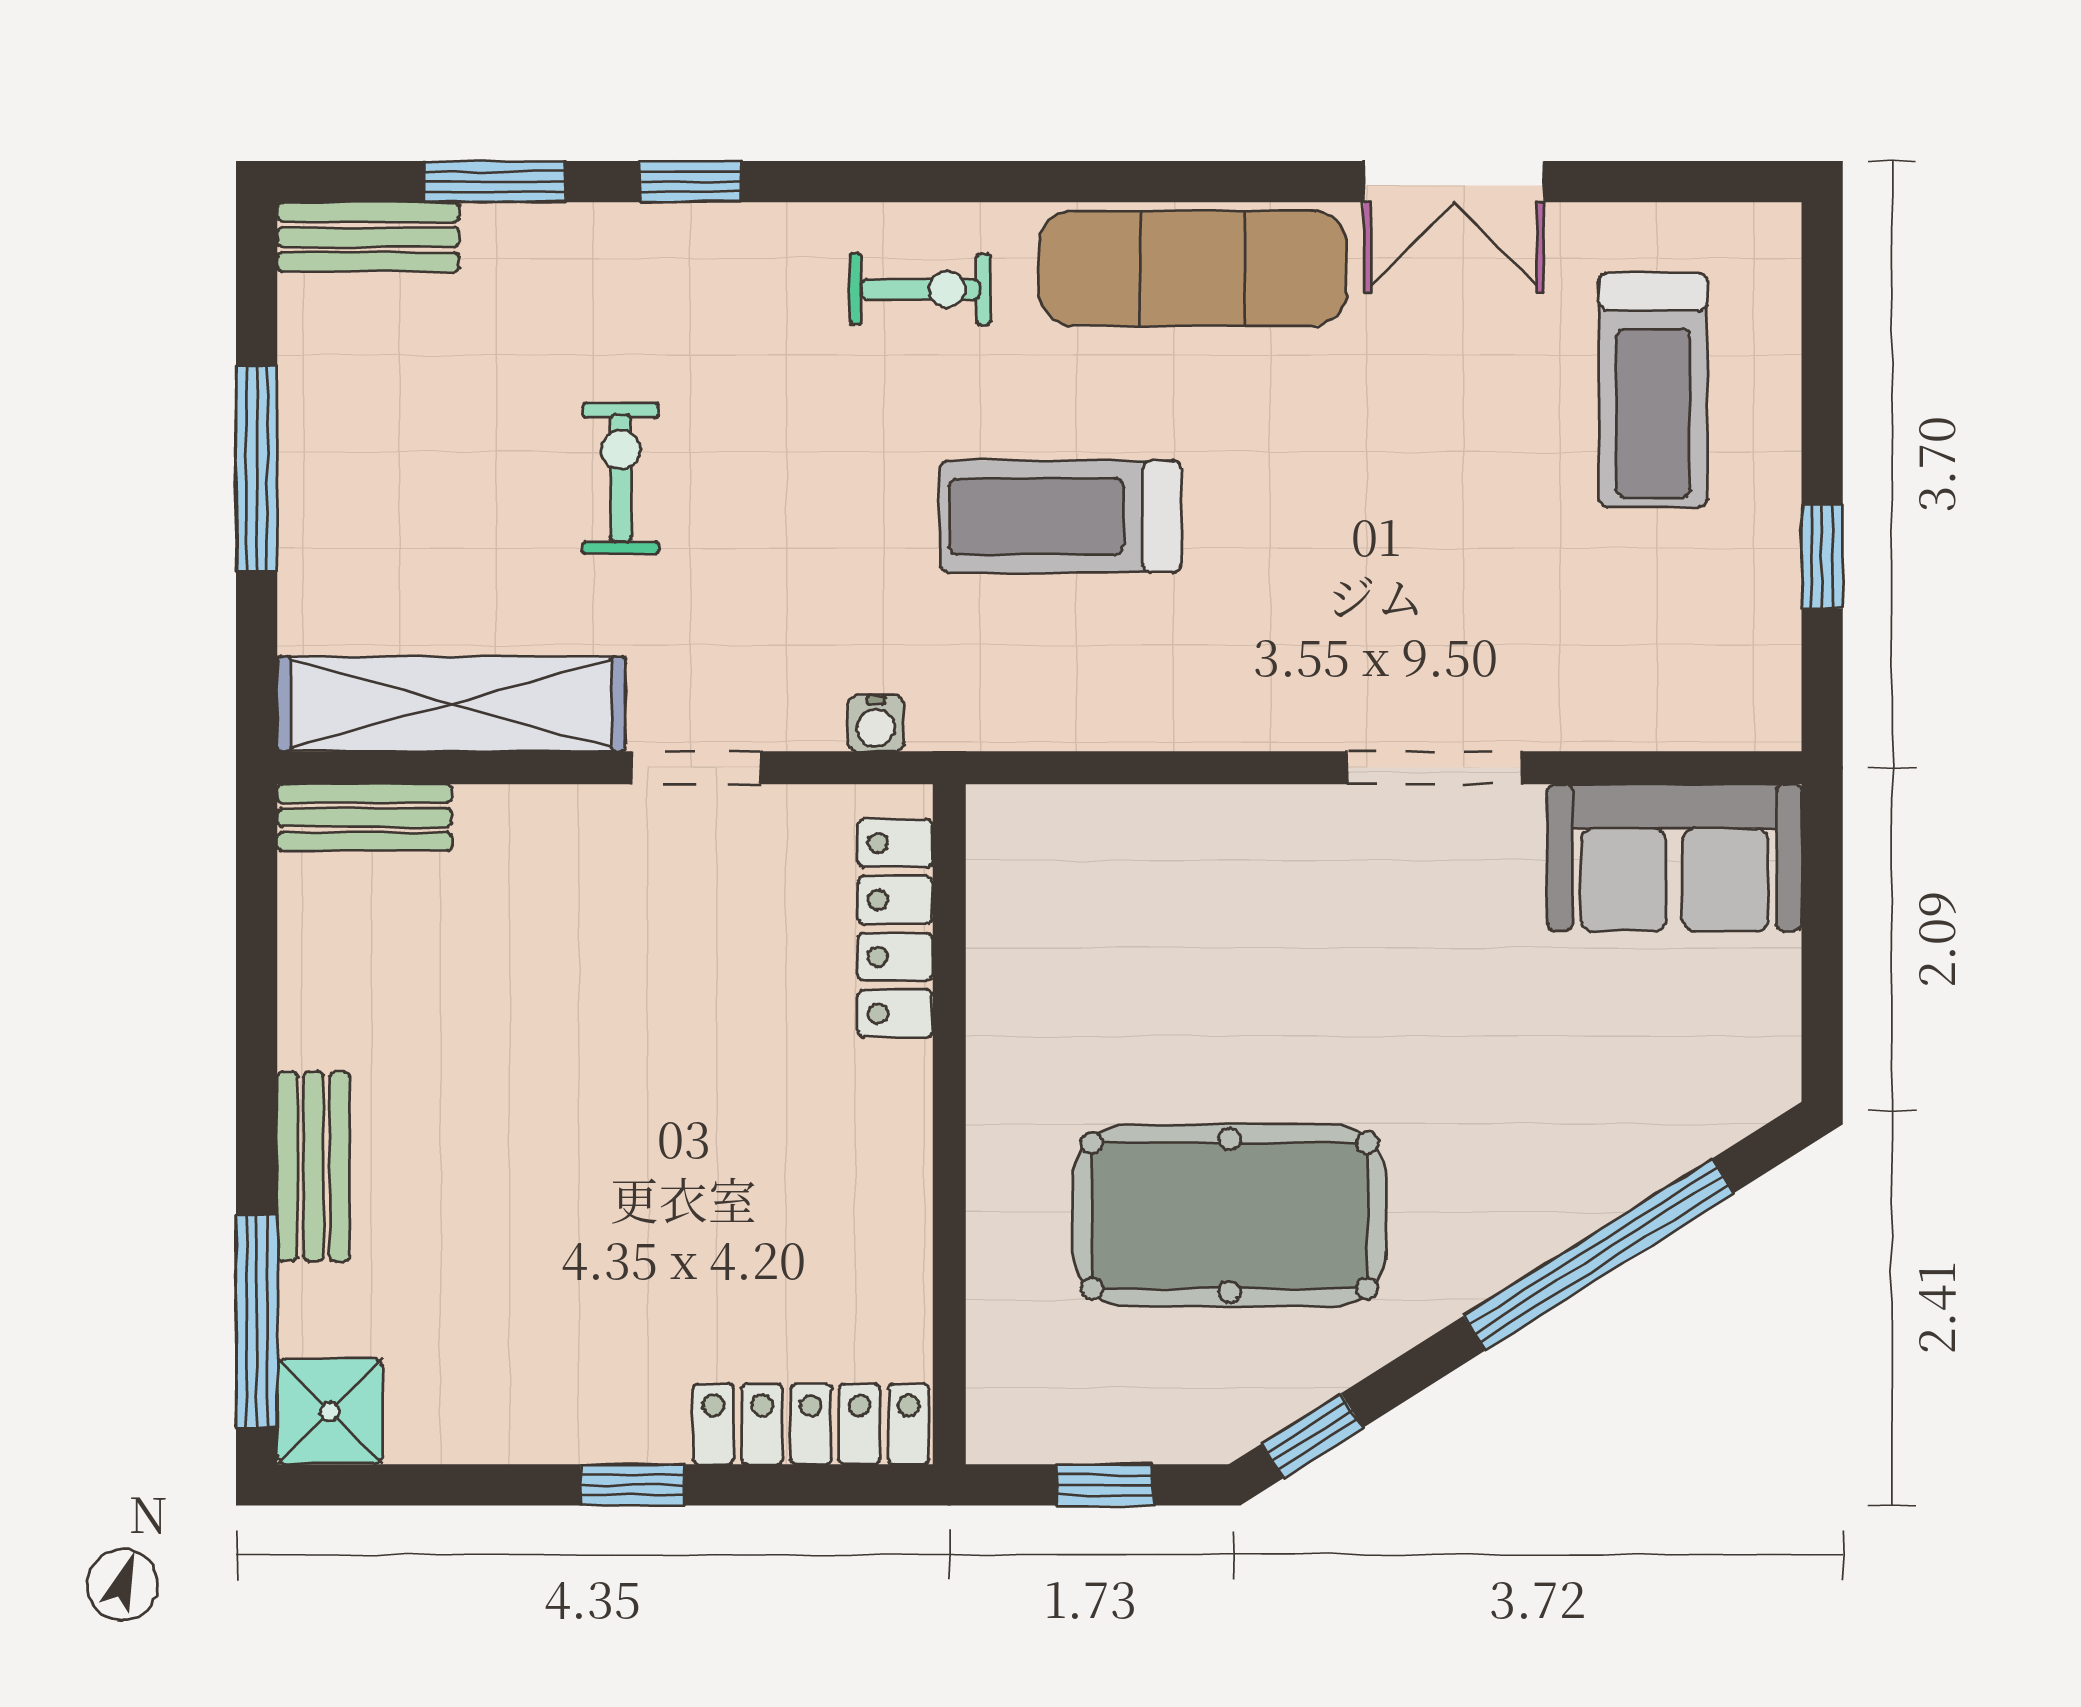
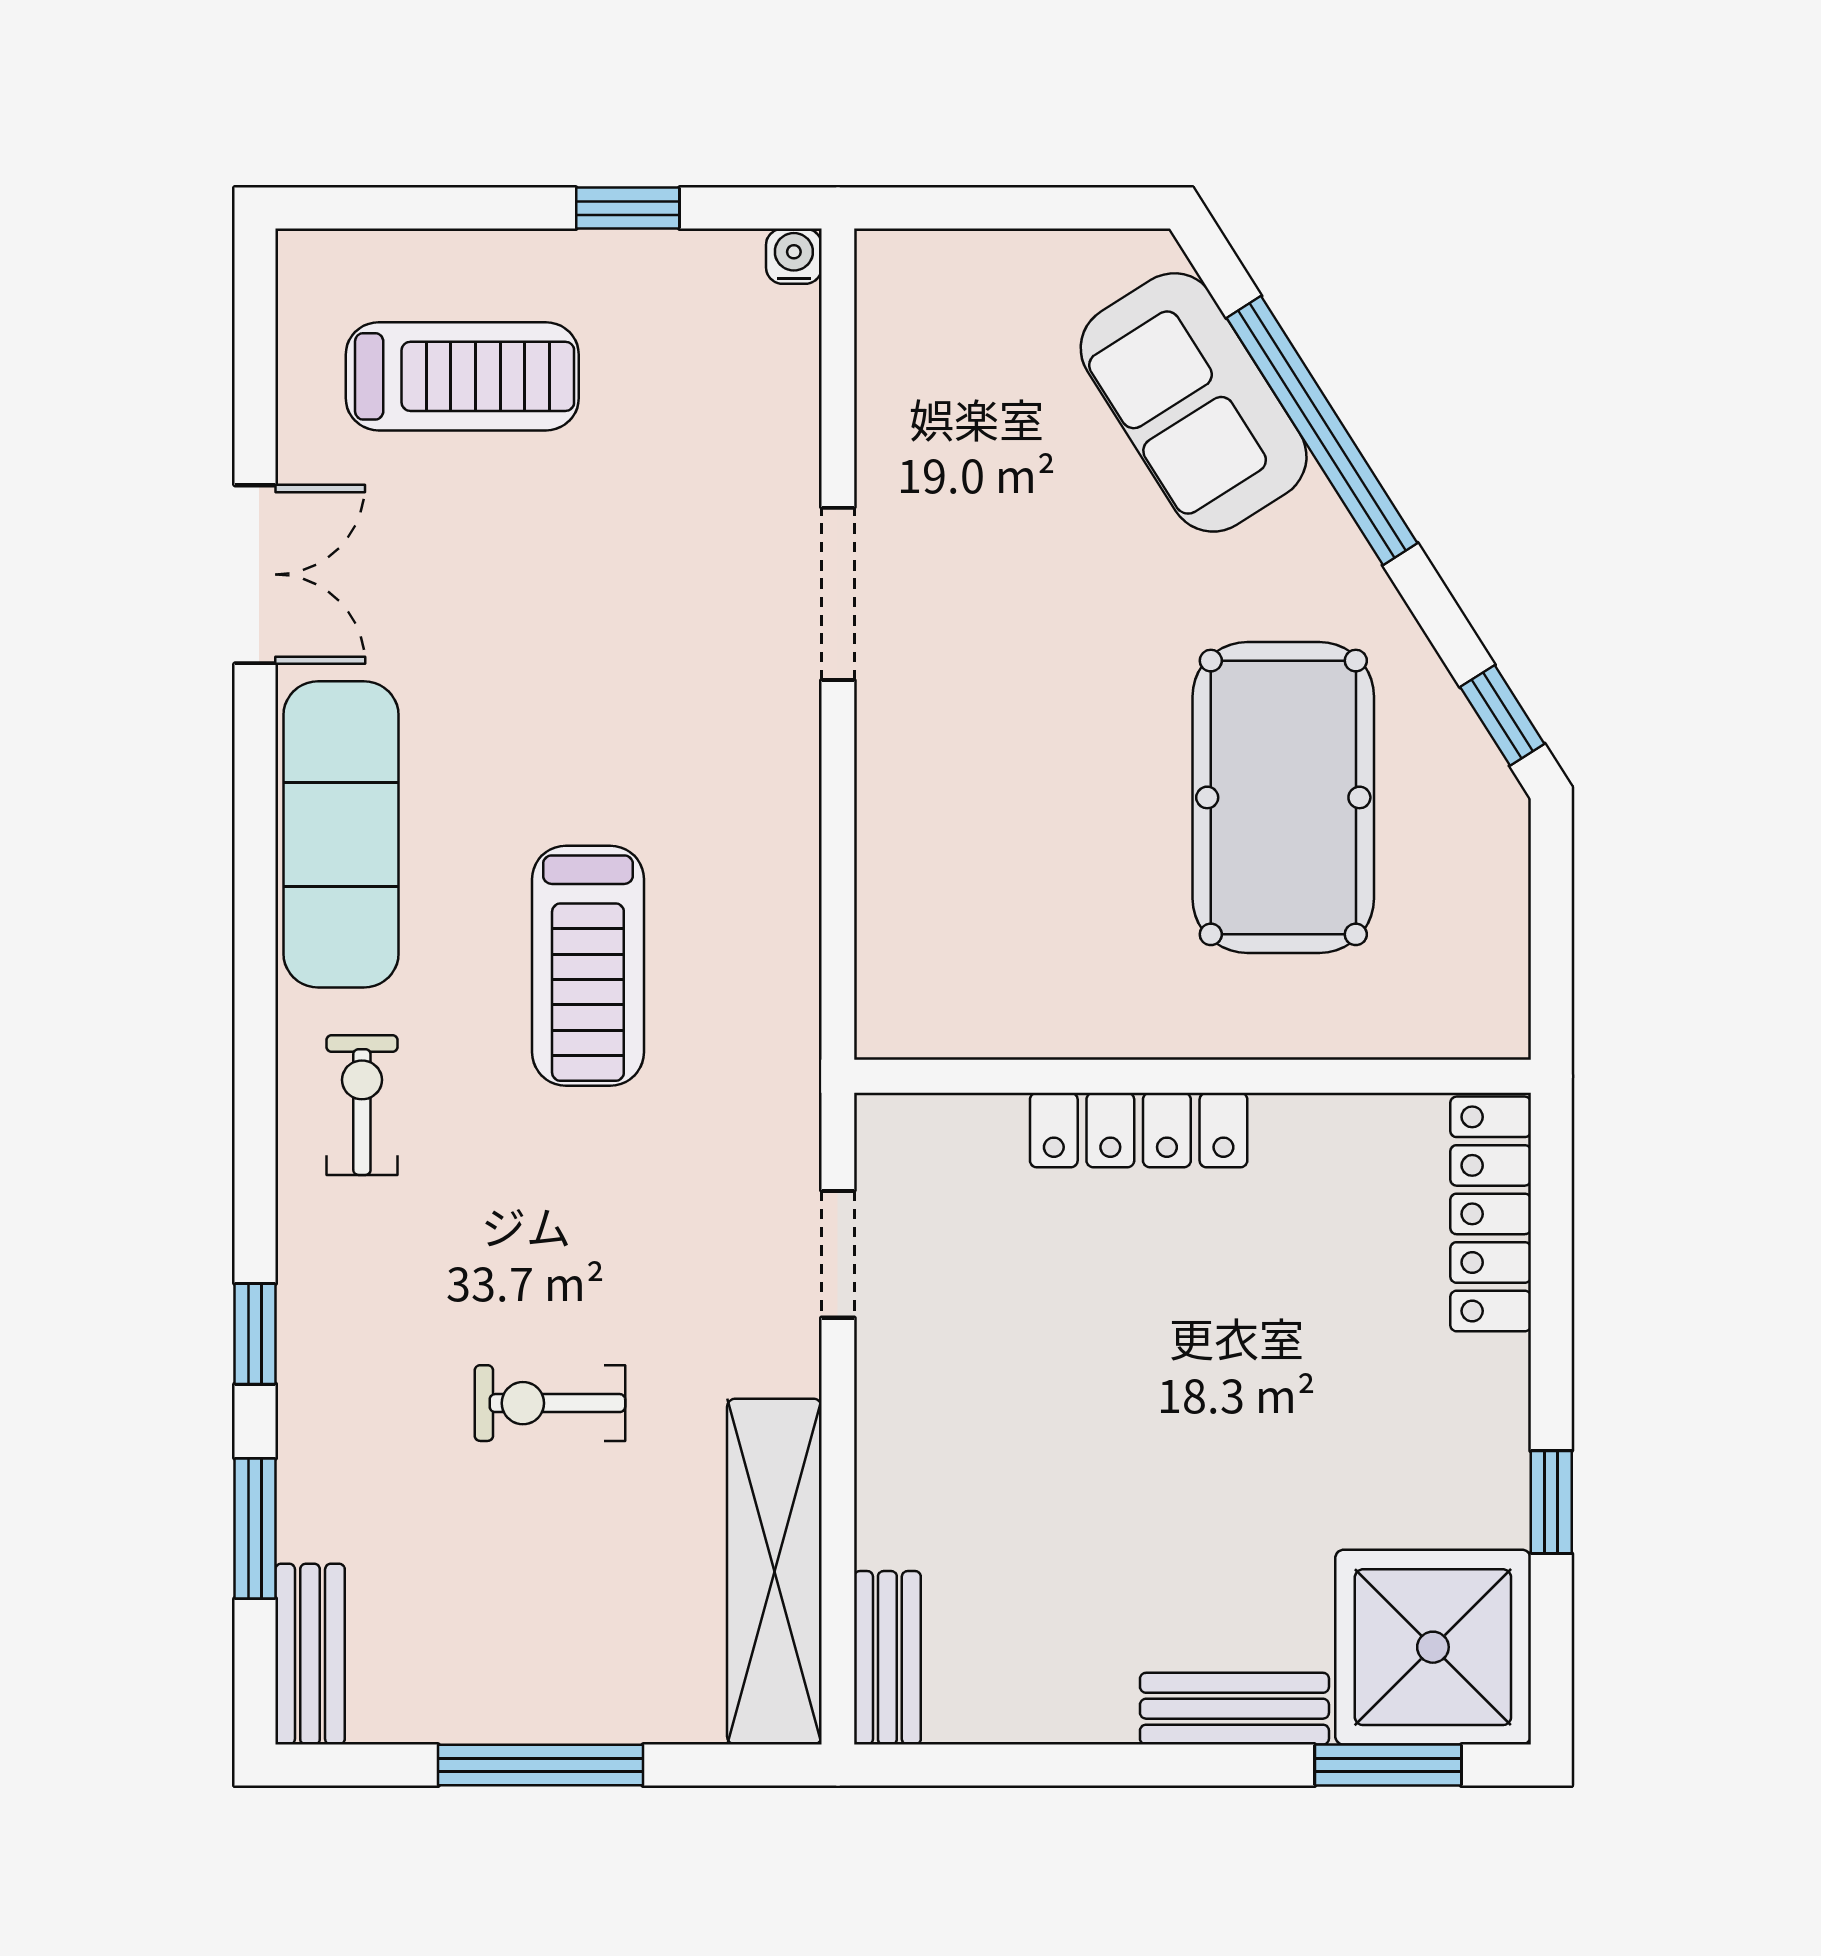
water cooler: (876, 723) -> (794, 256), moved, turned -90
doorway: (696, 768) -> (838, 1254), moved
sofa: (1675, 858) -> (1194, 402), moved, turned 148
locker: (895, 928) -> (1139, 1130), moved
window: (257, 1321) -> (1388, 1765), width x0.69
shower: (330, 1411) -> (1433, 1647), width x1.86, depth x1.86
window: (632, 1485) -> (1551, 1502), moved
window: (1104, 1485) -> (1551, 922), removed

